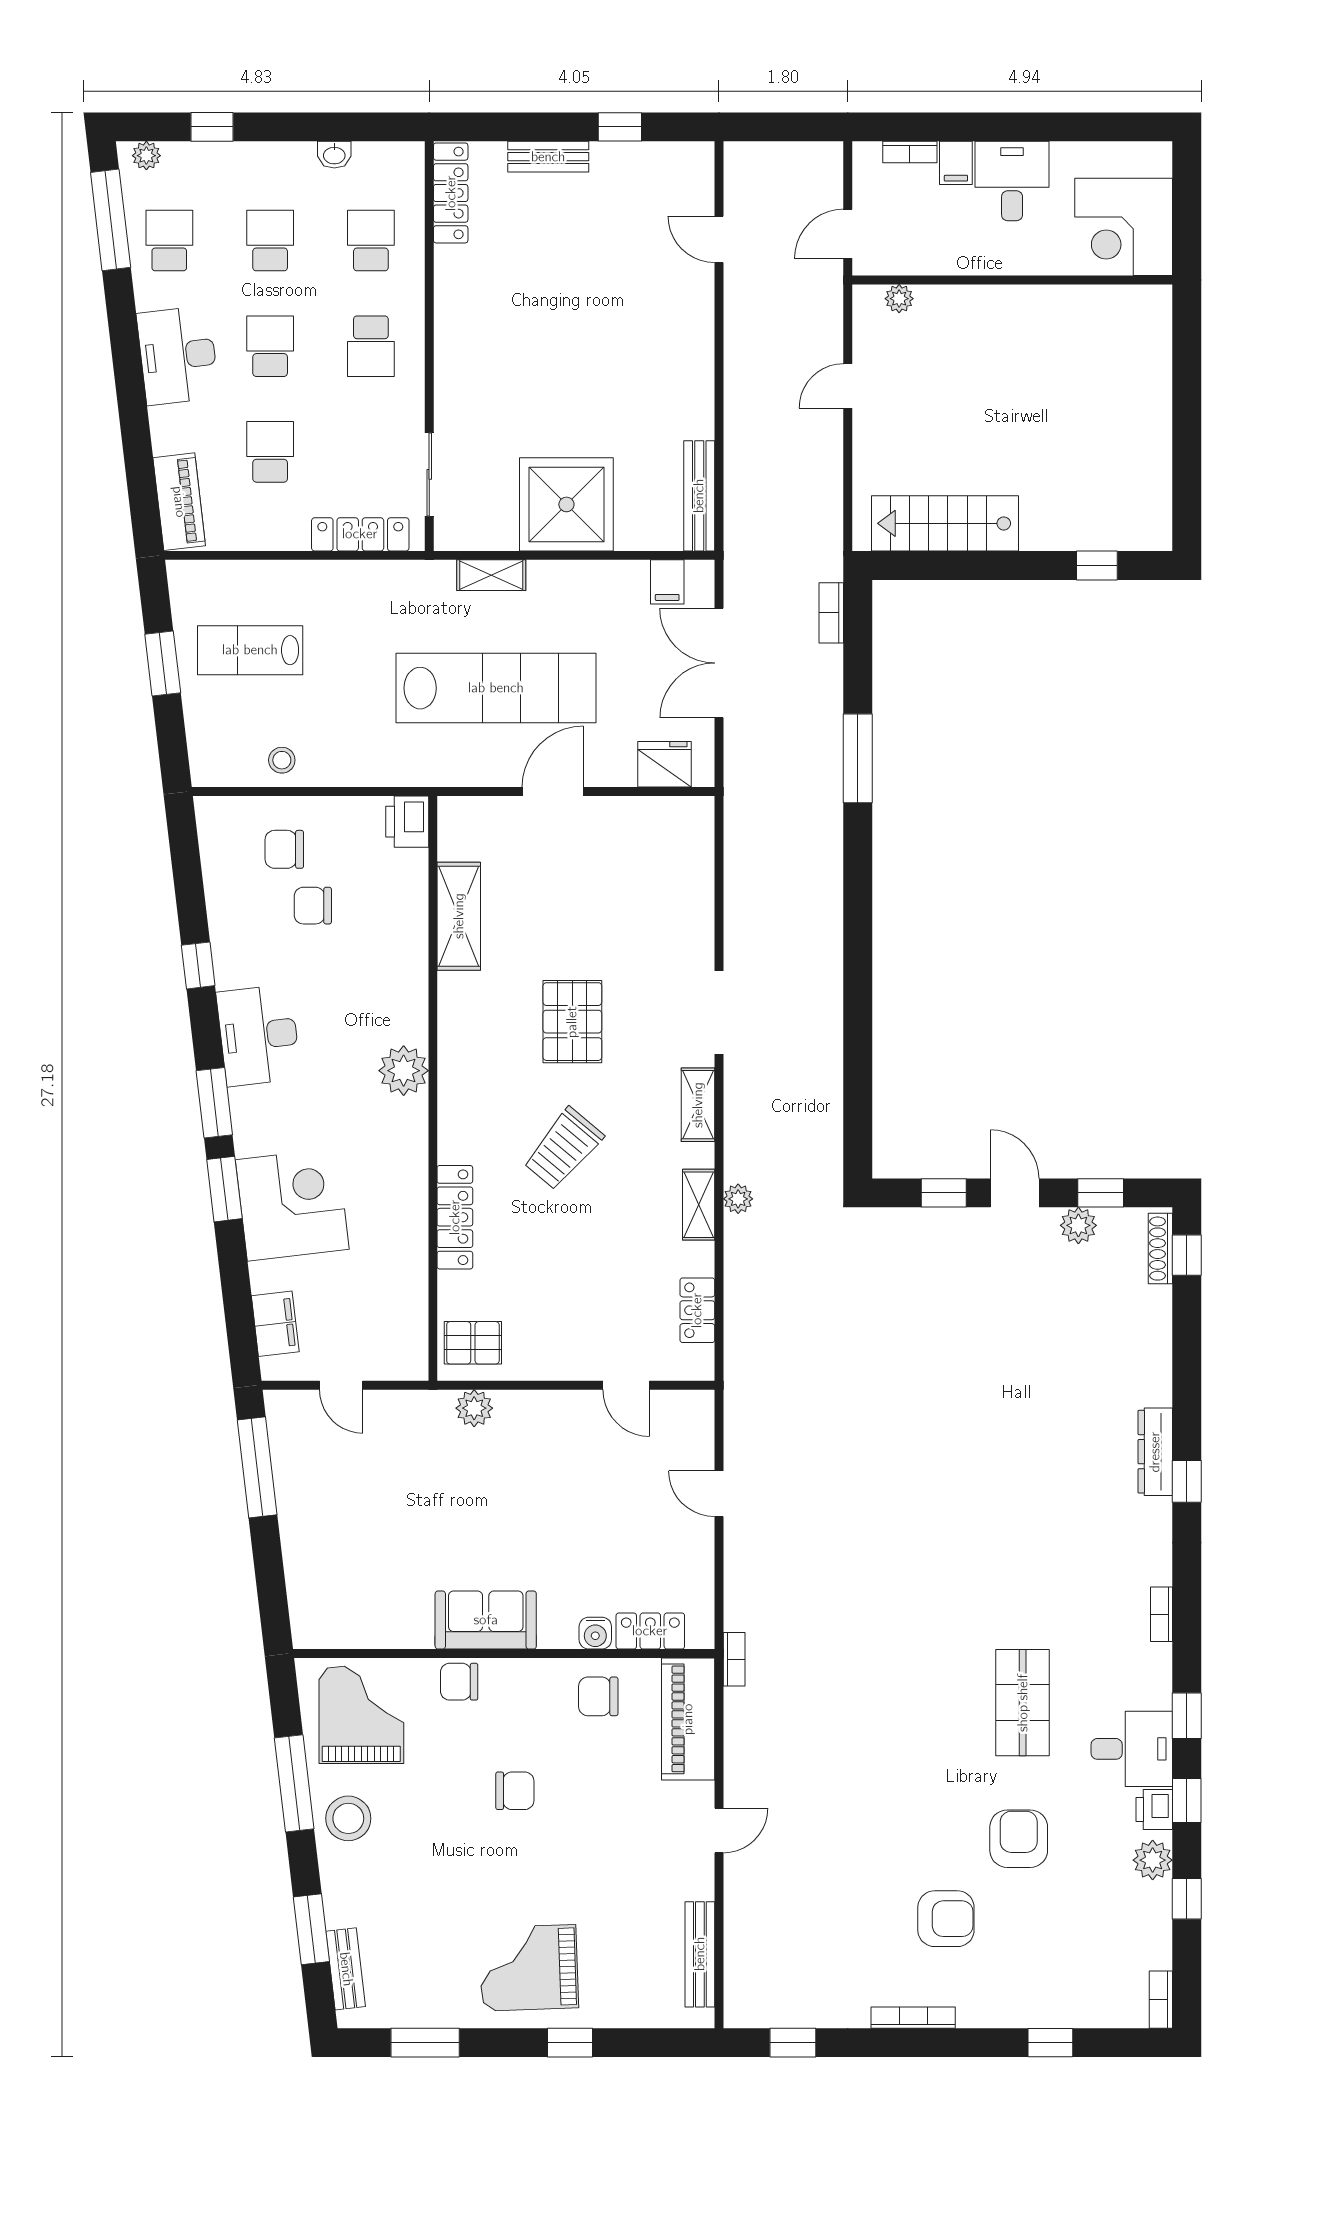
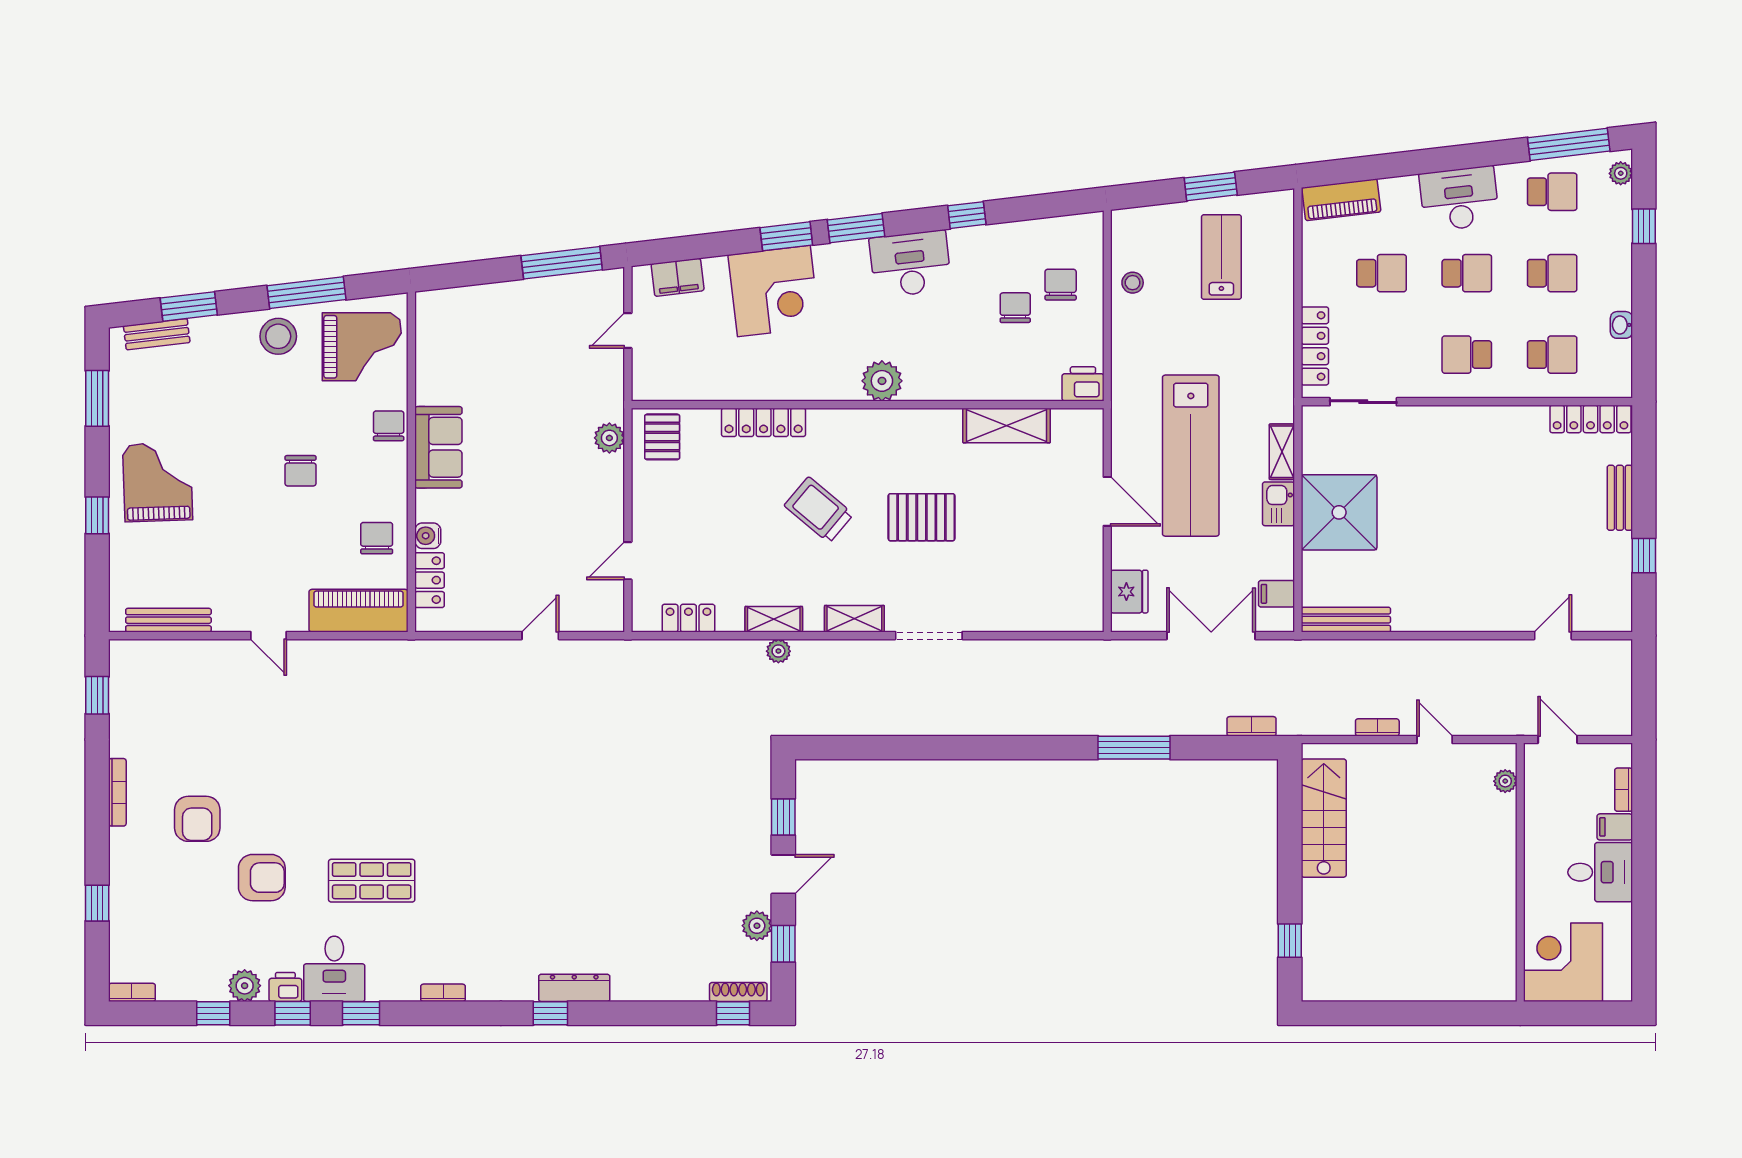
kitchen sink: (556, 579) -> (1278, 504), added
bookcase: (734, 1659) -> (1377, 727), moved, turned 180

